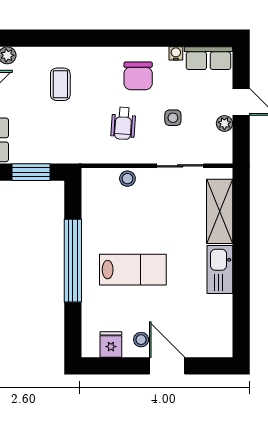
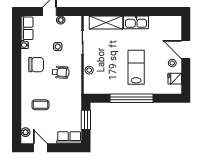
door: (167, 366) -> (186, 50), hinge flipped

